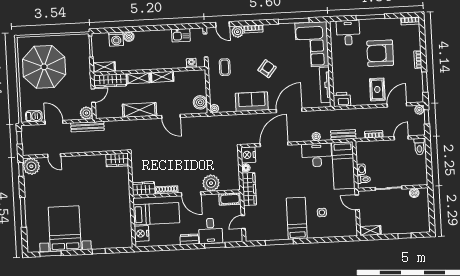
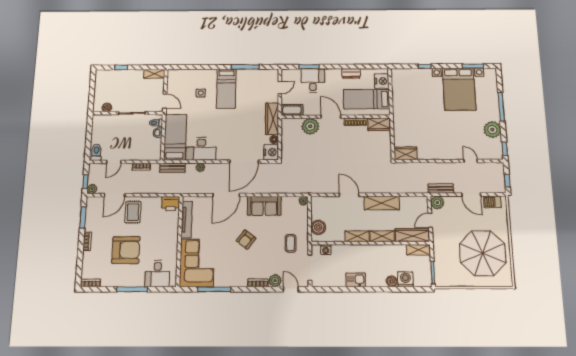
kitchen sink: (181, 35) -> (356, 280), moved
boiler: (200, 102) -> (318, 227), moved
bench: (87, 127) -> (441, 189), width x0.73
plant: (31, 166) -> (492, 130), moved
dresser: (189, 239) -> (351, 73), moved

